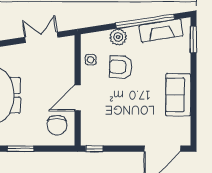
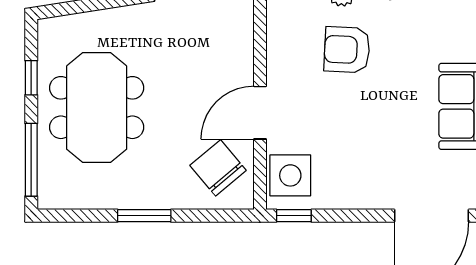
side table: (91, 60) -> (290, 175), moved, width x1.87, depth x1.87
chair: (57, 125) -> (218, 168), turned 140

